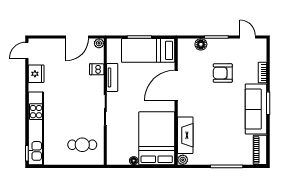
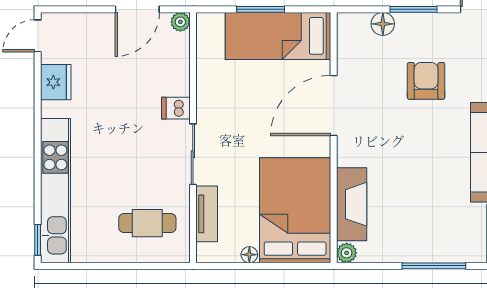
dishwasher: (97, 69) -> (176, 108), moved
armchair: (223, 73) -> (426, 81), turned 90
tv unit: (112, 77) -> (207, 214), moved

